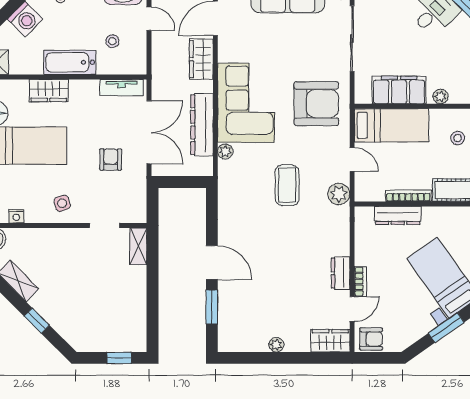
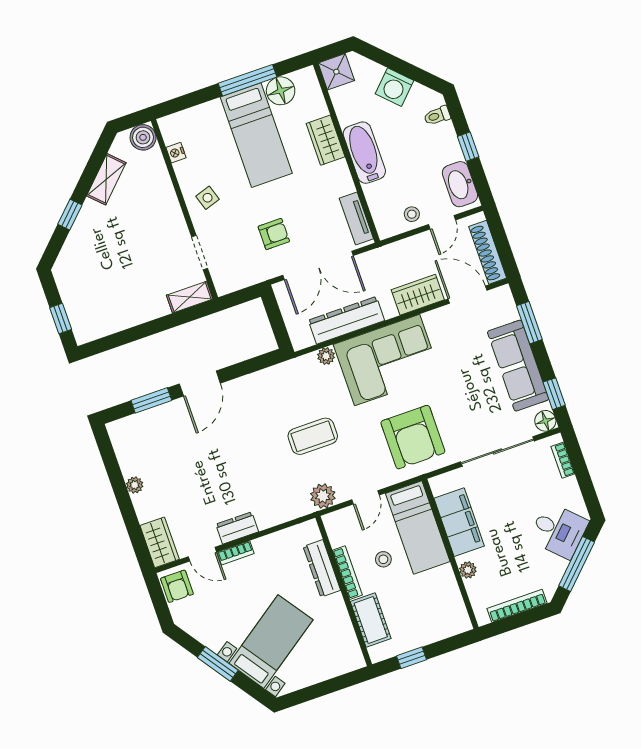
stool: (112, 41) -> (412, 214), moved
stool: (458, 138) -> (383, 559), moved

